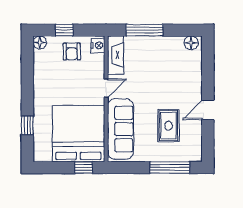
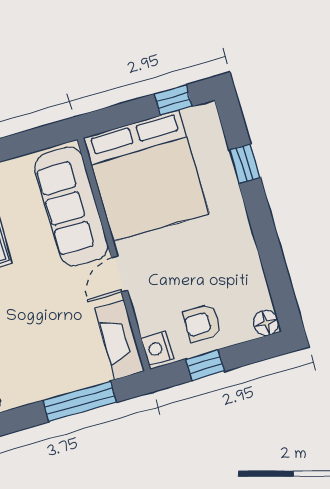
window: (64, 30) -> (205, 365), moved
armchair: (72, 52) -> (202, 323), turned -90
window: (84, 168) -> (173, 100), moved

